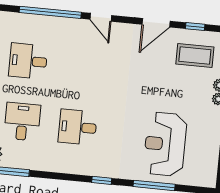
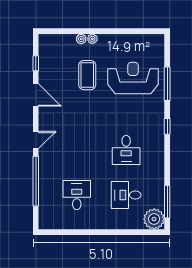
coffee table: (195, 55) -> (87, 75), moved
desk: (28, 61) -> (77, 195), turned 180
reception desk: (165, 144) -> (133, 78), turned 180

